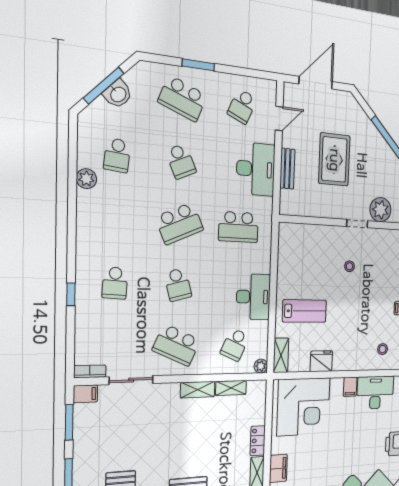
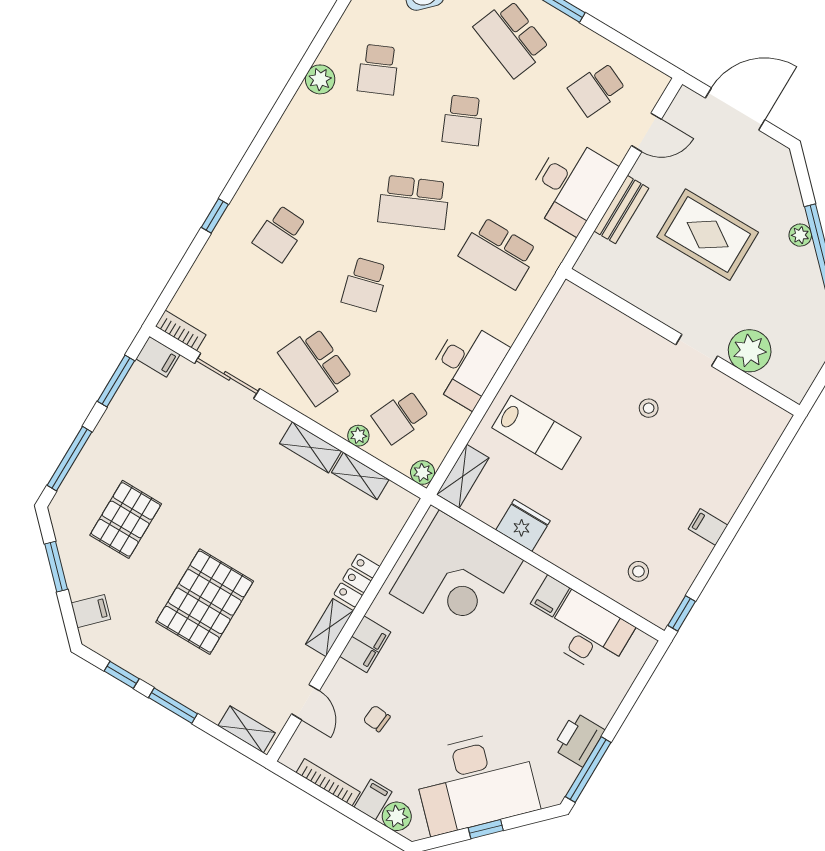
plant: (376, 136) -> (800, 235), added
school desk: (117, 155) -> (378, 70), turned -30
rug: (334, 160) -> (708, 235), turned 90
plant: (219, 368) -> (358, 436), added

